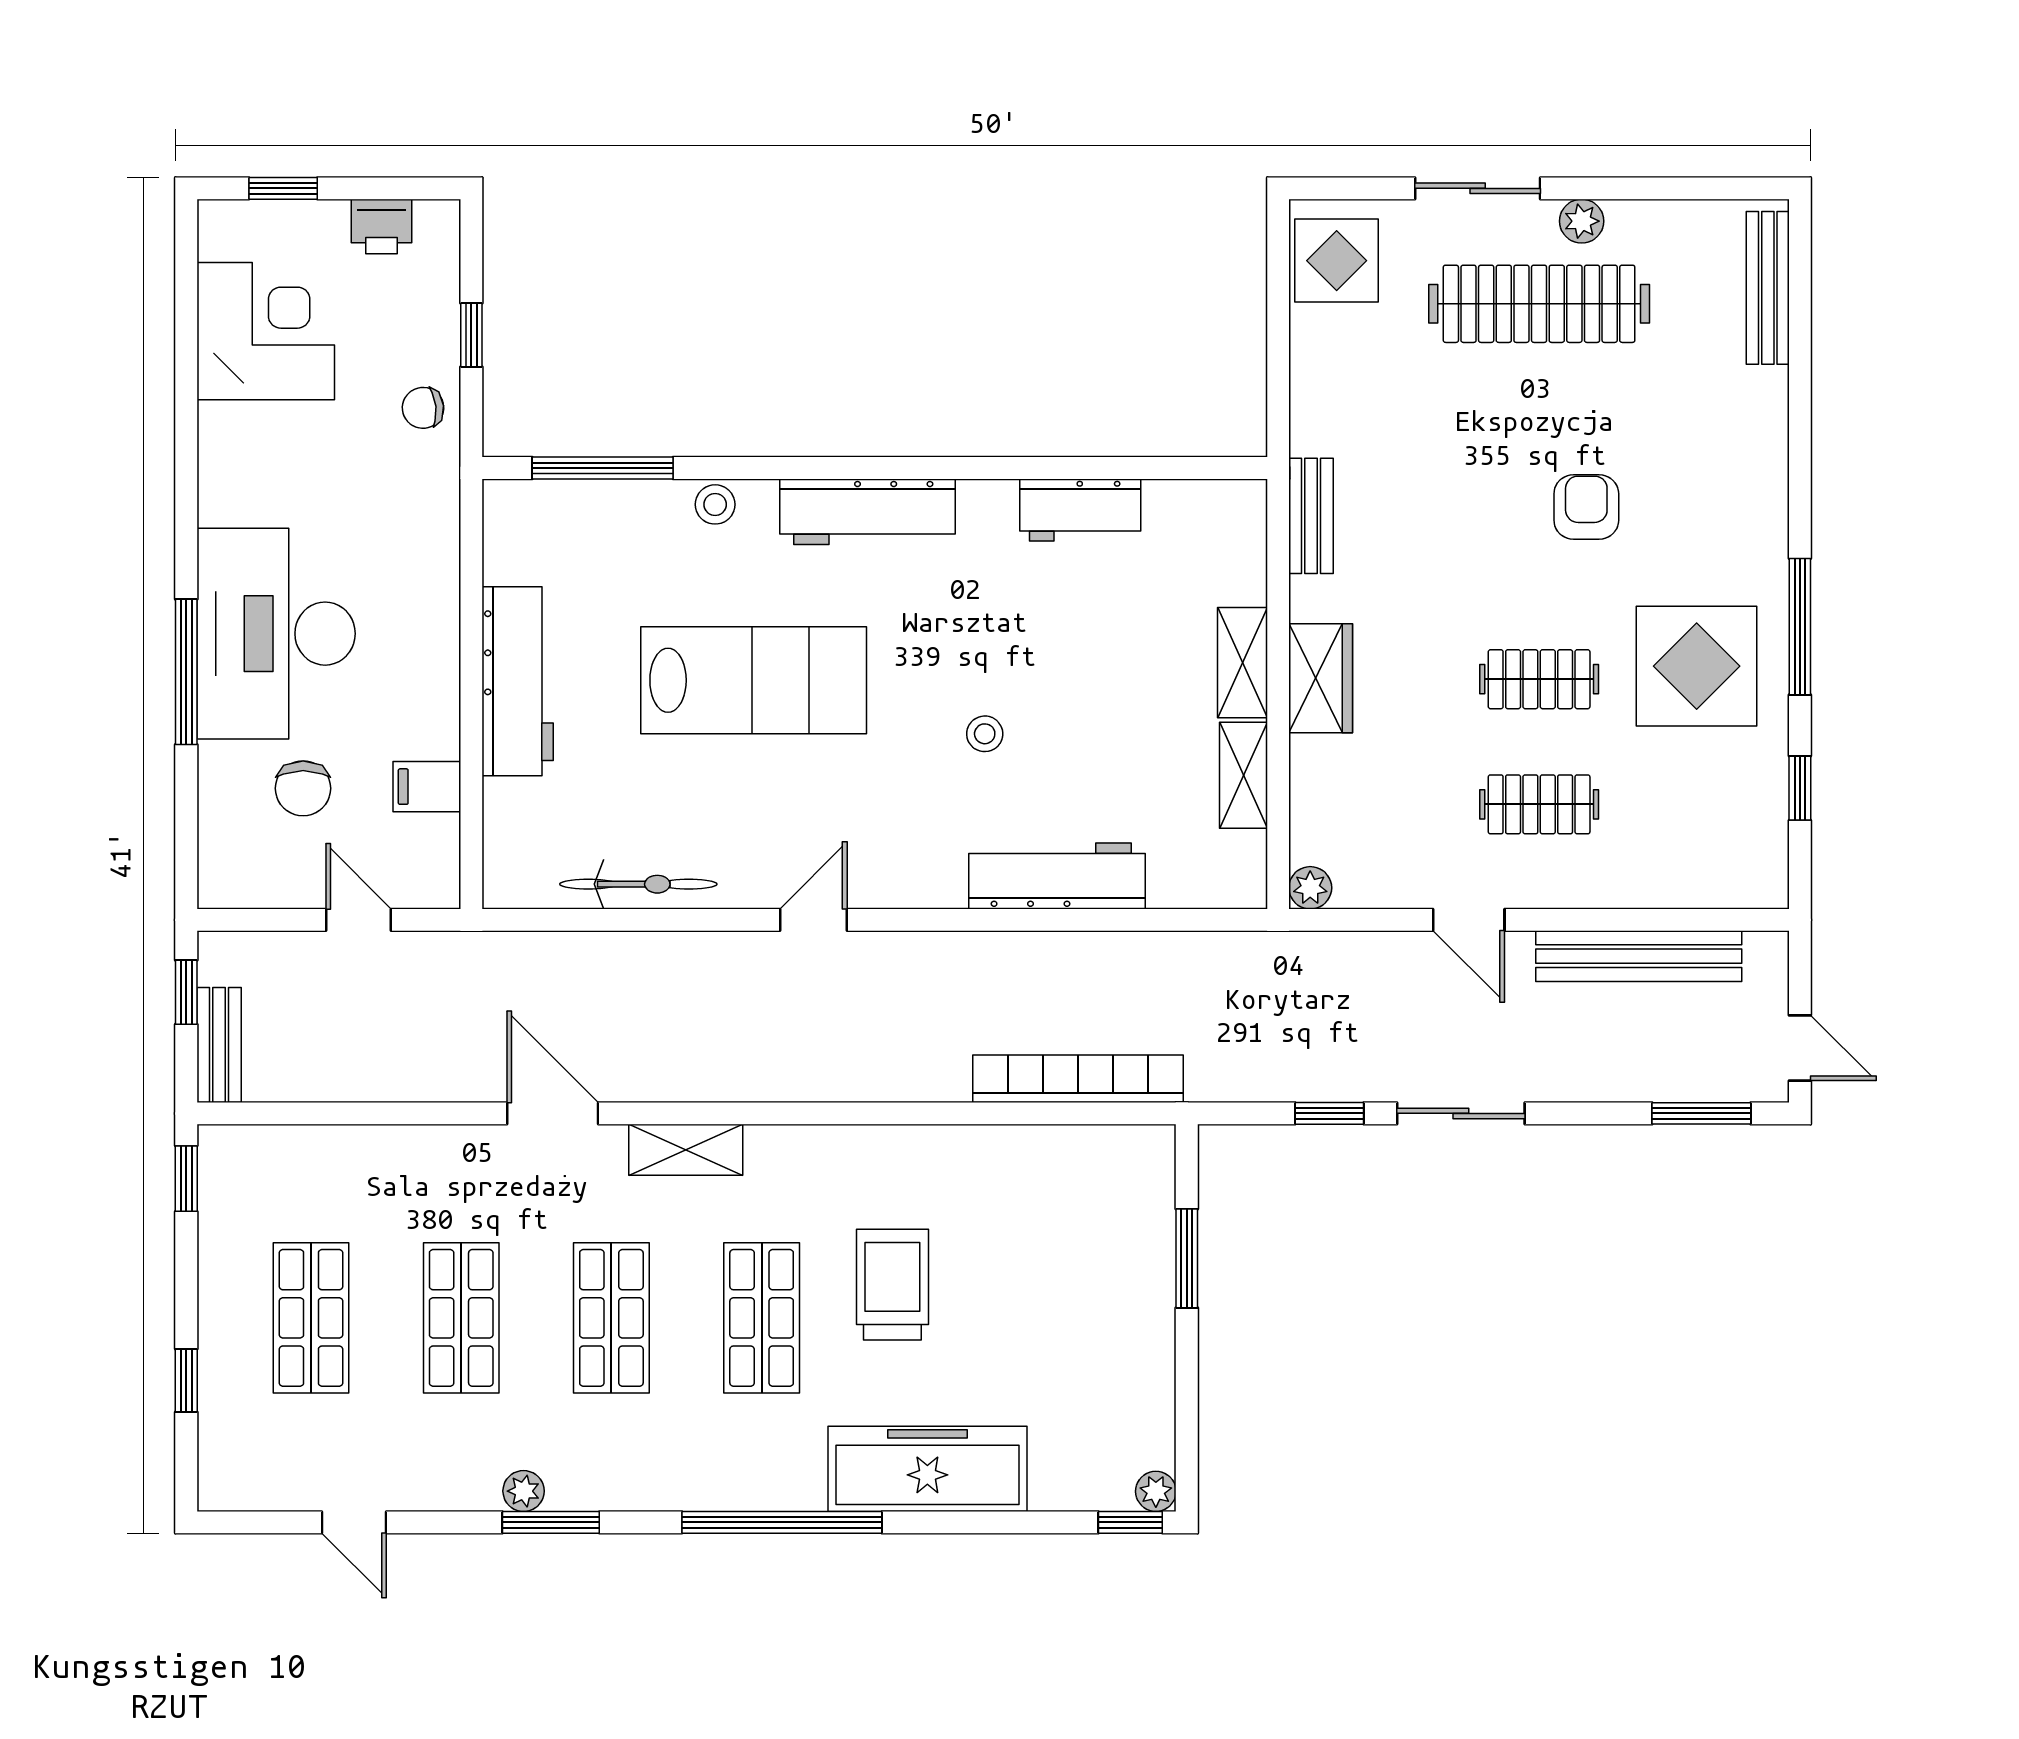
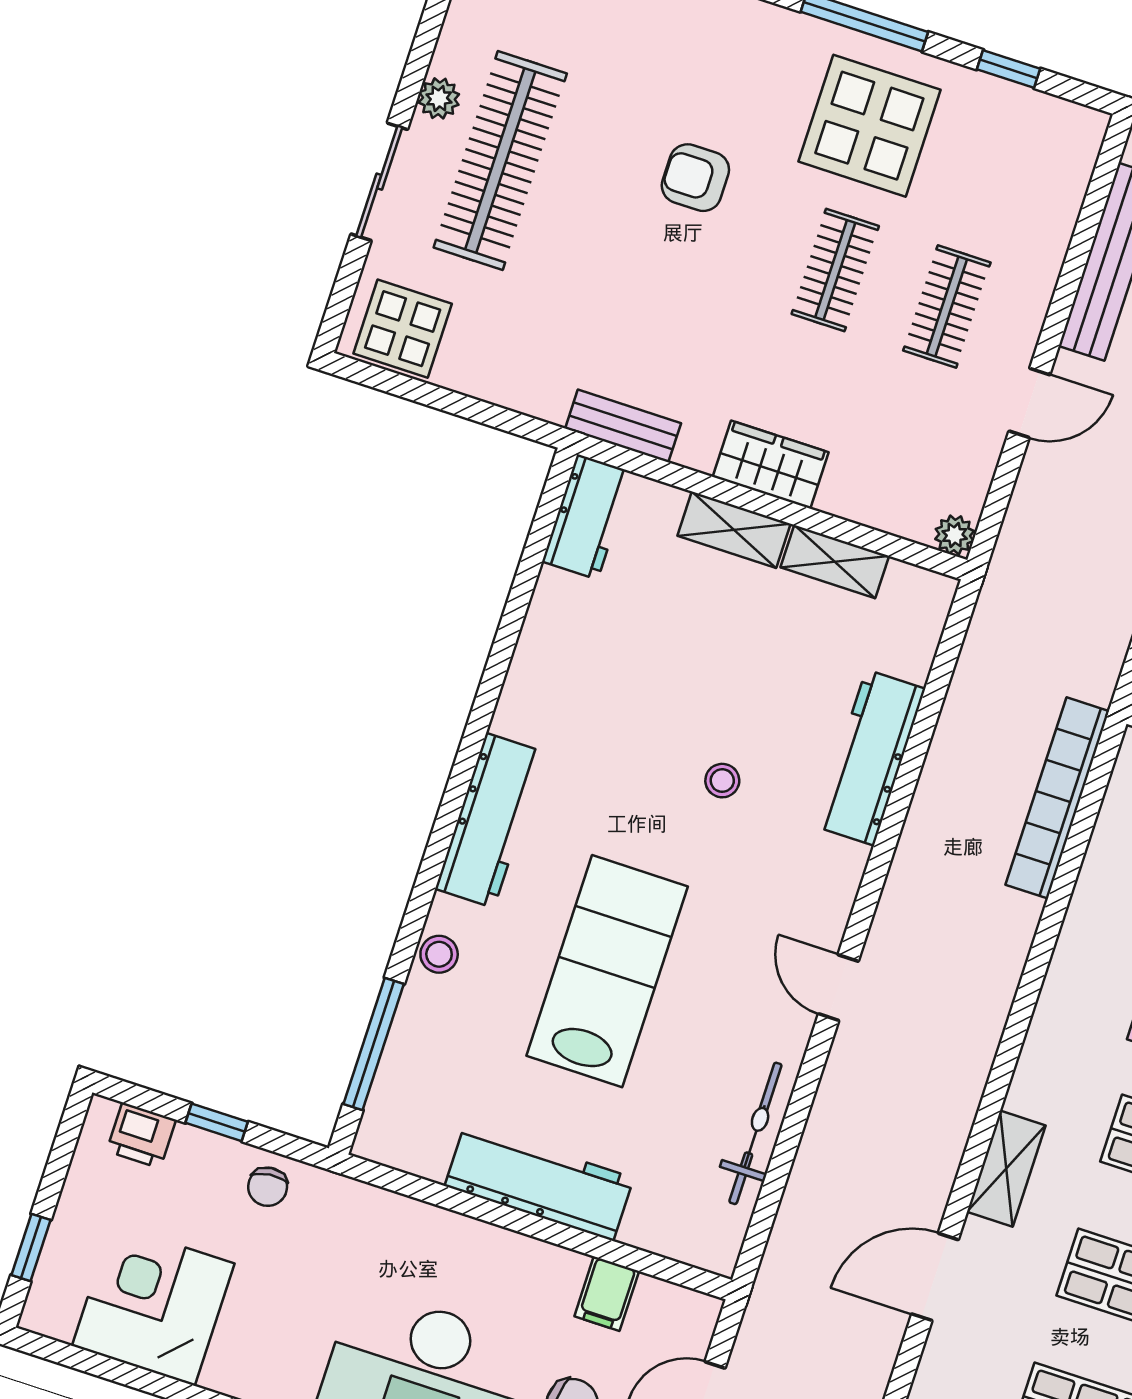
printer: (382, 226) -> (141, 1135), moved, turned 90
workbench: (1080, 510) -> (587, 517), moved

